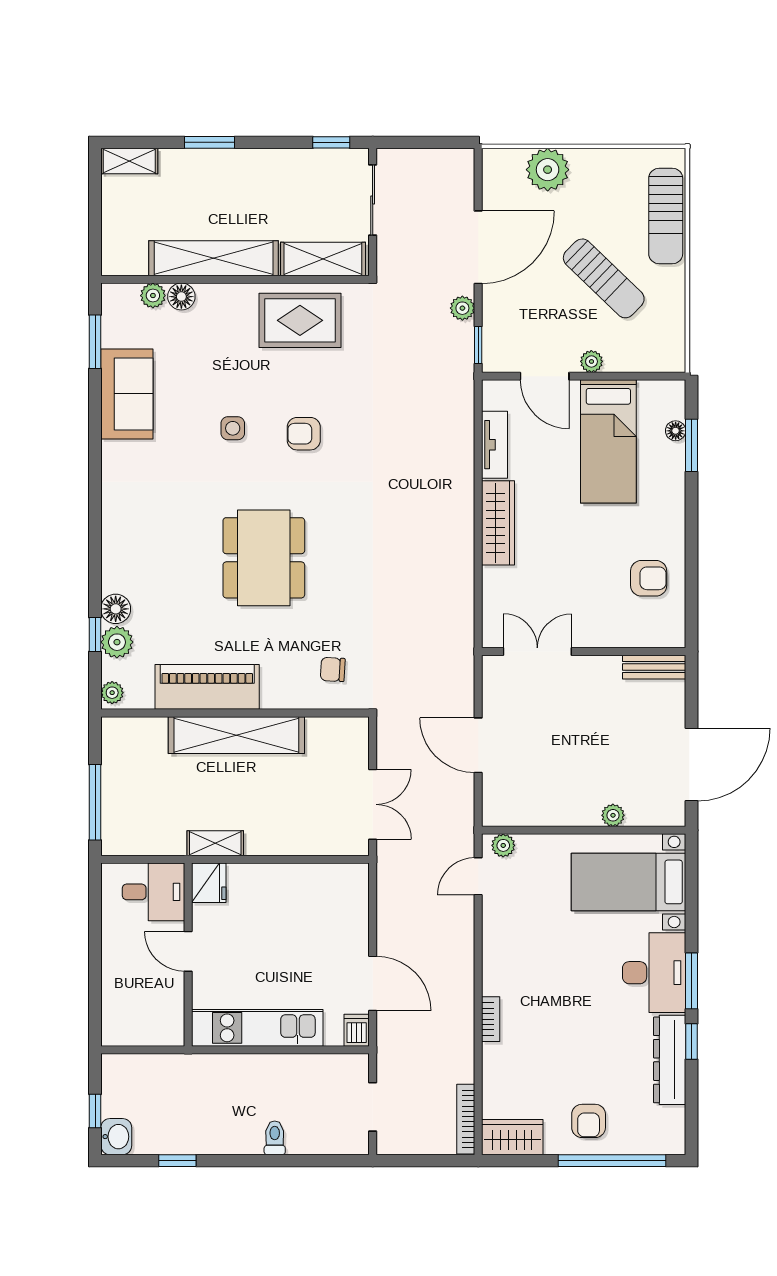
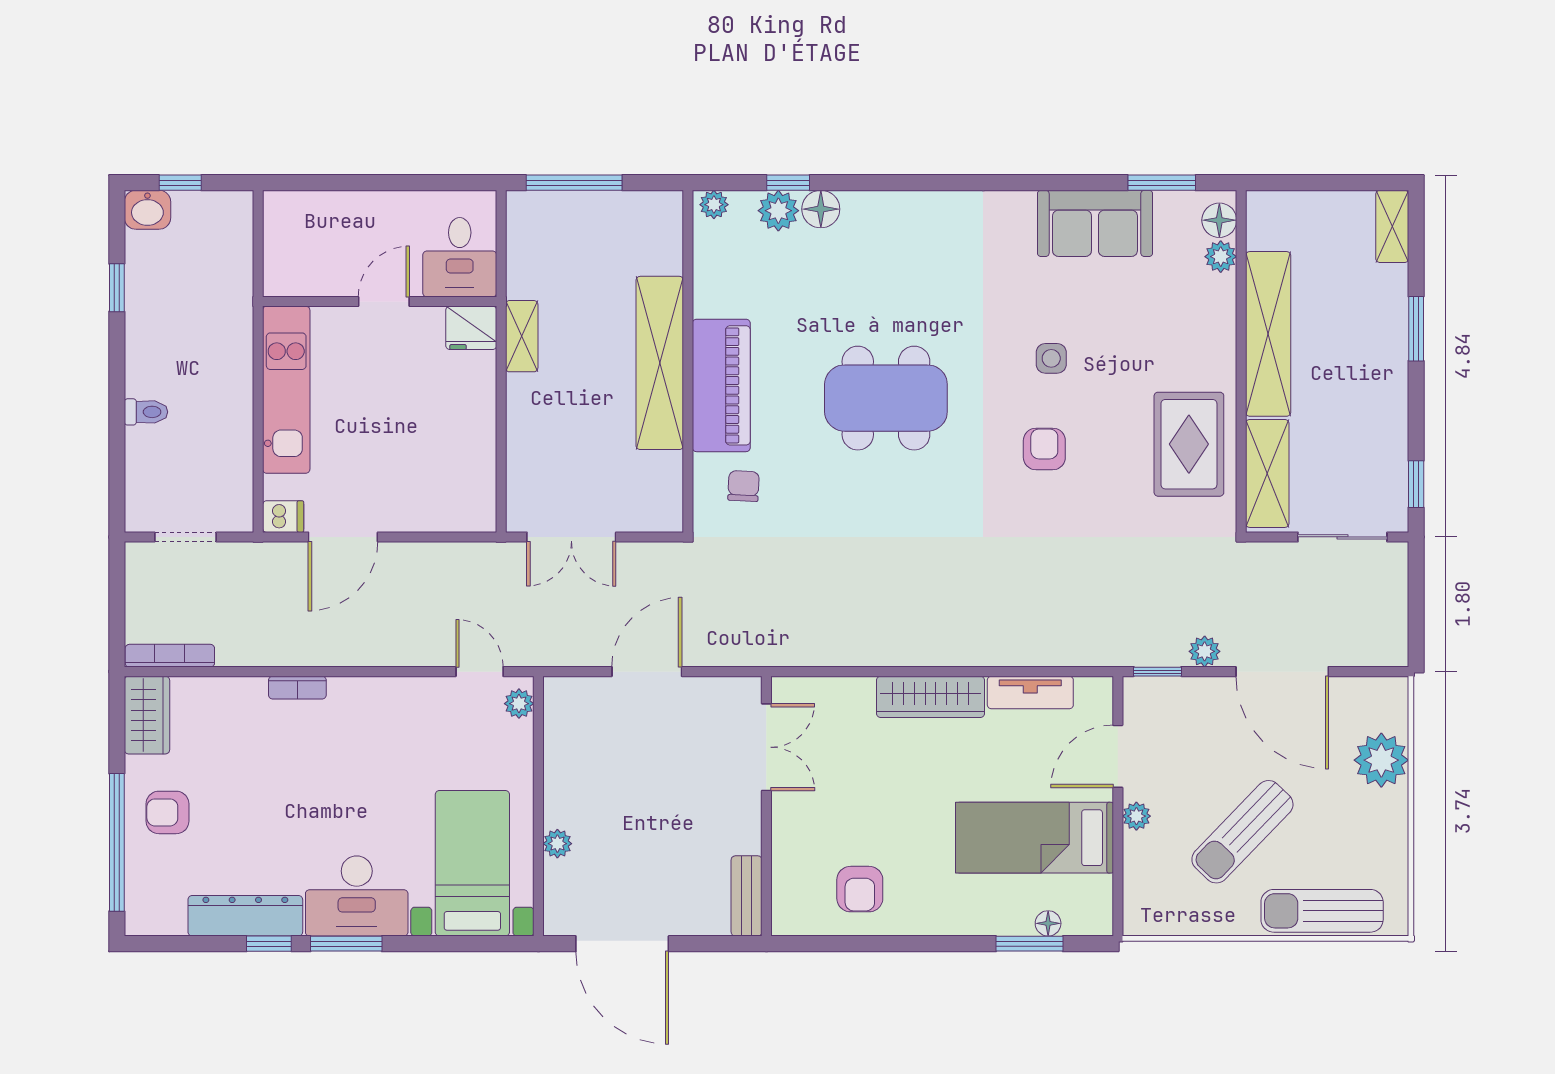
floor lamp: (181, 297) -> (1219, 220), moved
piano: (207, 687) -> (721, 385), moved

